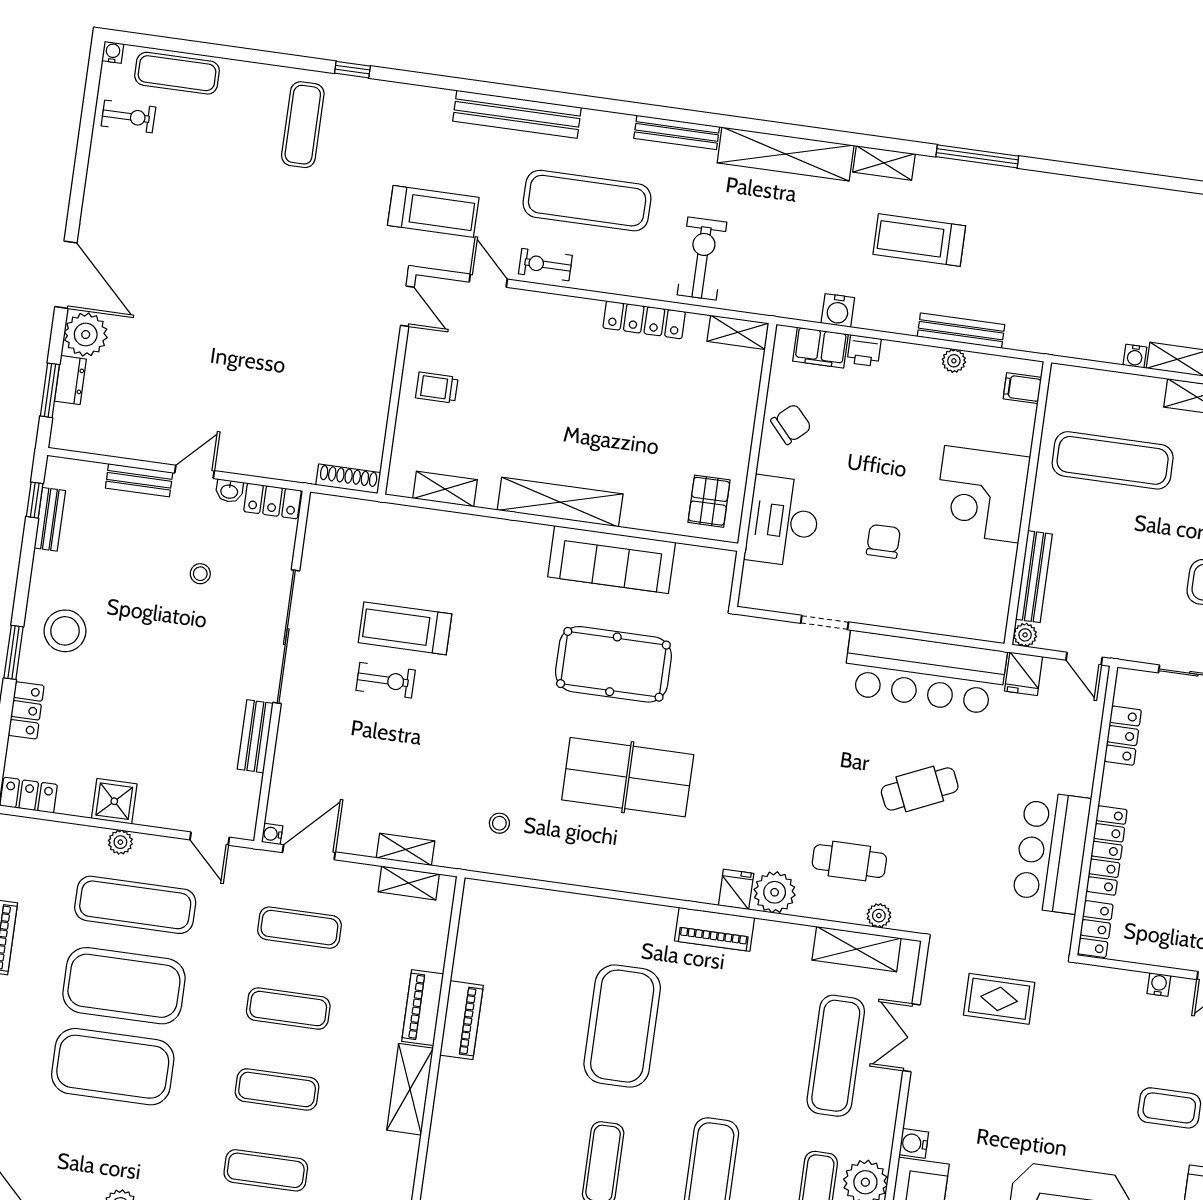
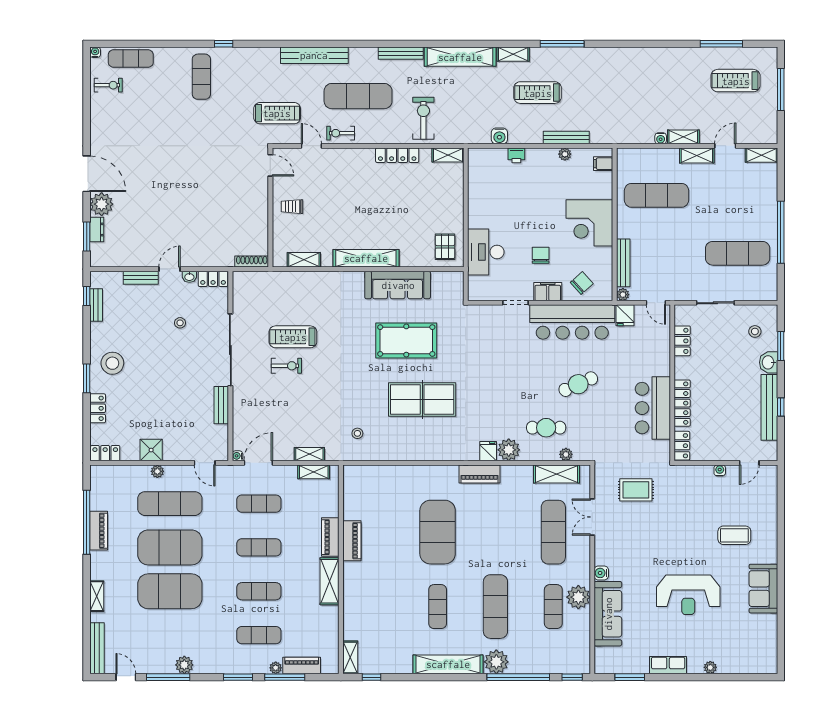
filing cabinet: (820, 348) -> (548, 292), moved, turned 180
chair: (791, 424) -> (582, 283), moved

